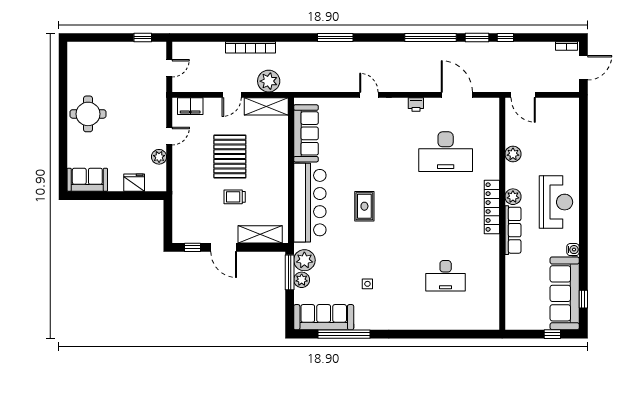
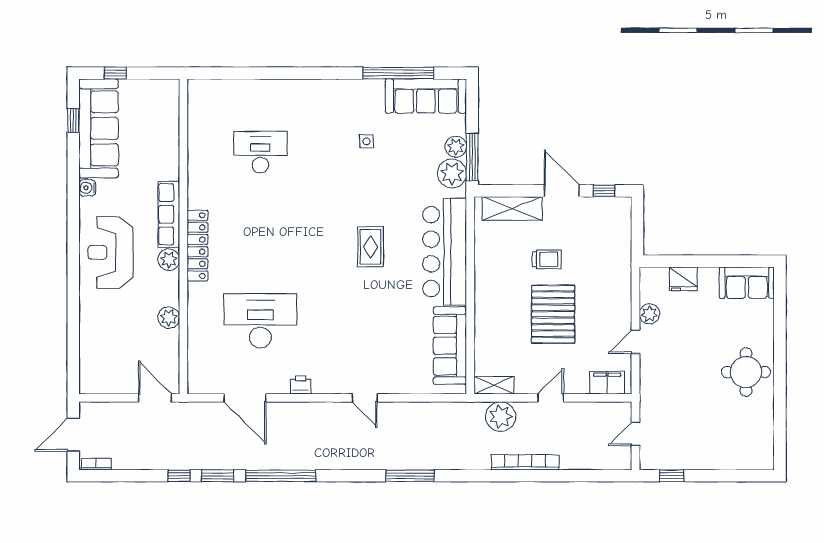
shelving: (266, 106) -> (494, 385), width x0.67, depth x0.75

